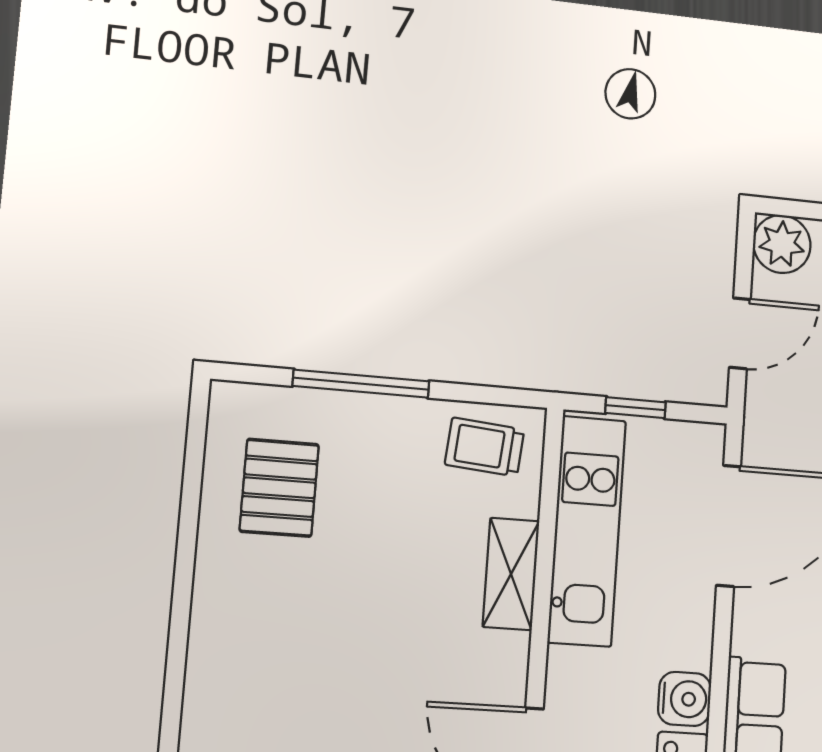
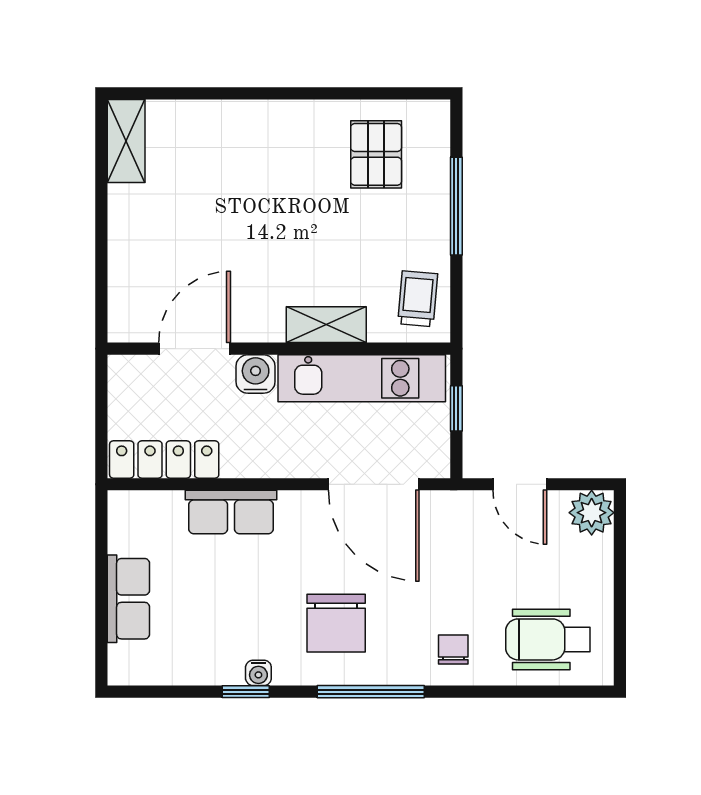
pallet: (279, 488) -> (376, 154), turned 90
water cooler: (684, 699) -> (256, 374), moved, turned 180

